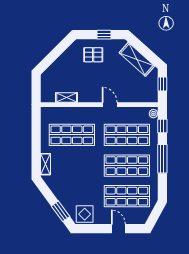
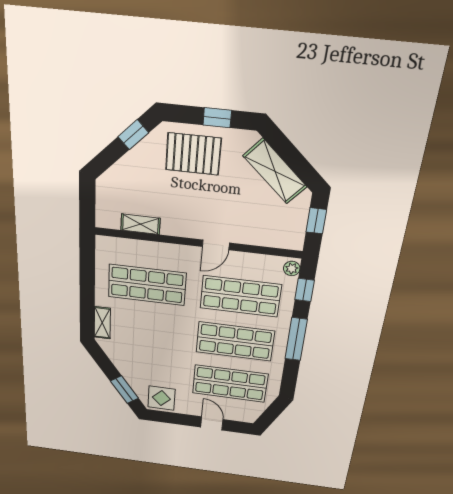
window: (61, 48) -> (133, 135), added
pallet: (93, 55) -> (193, 154), width x1.50, depth x1.42
door: (110, 105) -> (216, 245), swing flipped

